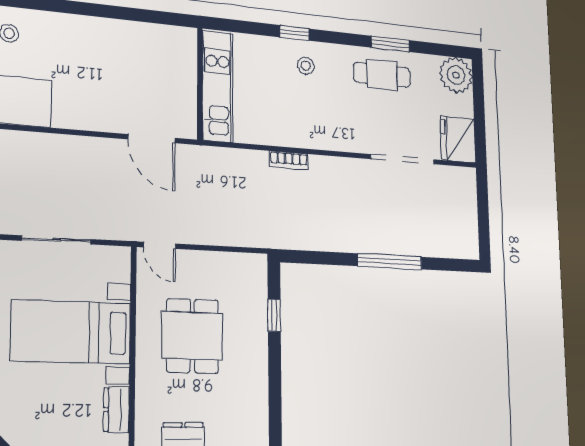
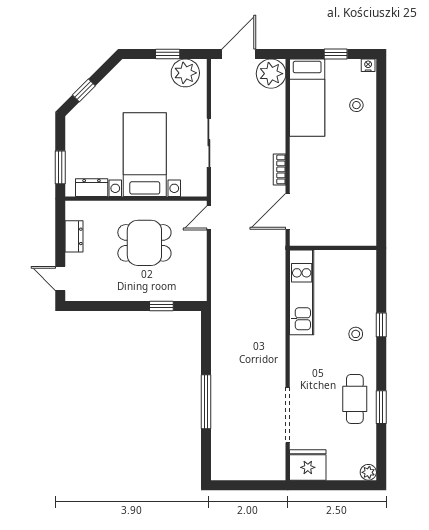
plant: (456, 75) -> (368, 472), width x0.53, depth x0.53
kitchen unit: (217, 86) -> (302, 292), moved, turned -90
bookcase: (289, 160) -> (279, 169), moved

